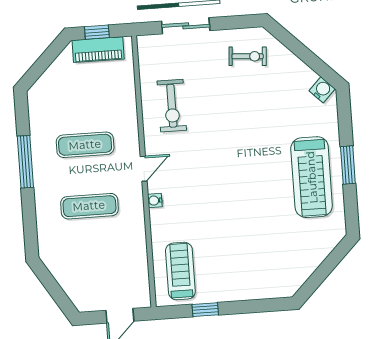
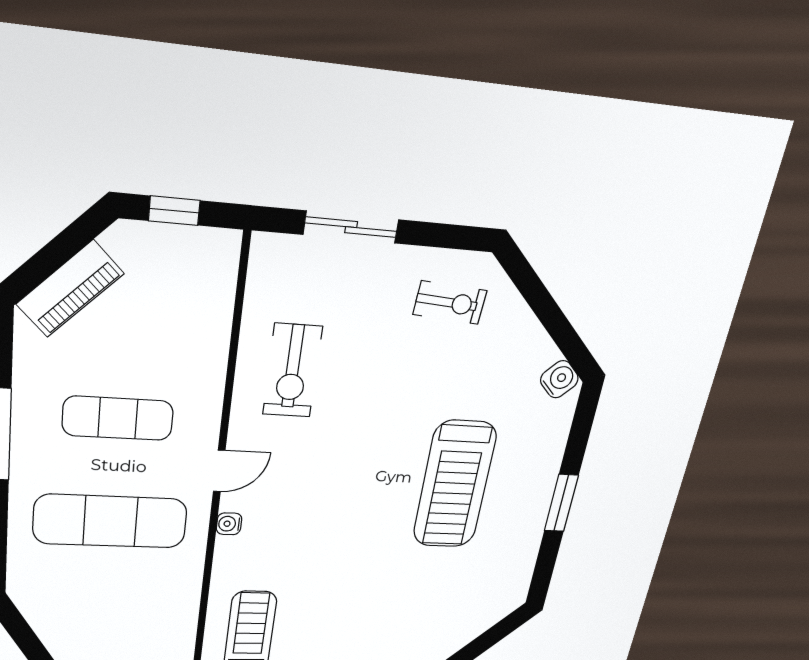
piano: (98, 50) -> (70, 289), moved, turned -45
treadmill: (312, 177) -> (455, 485), moved
exercise mat: (89, 206) -> (110, 521), width x1.36, depth x1.45

